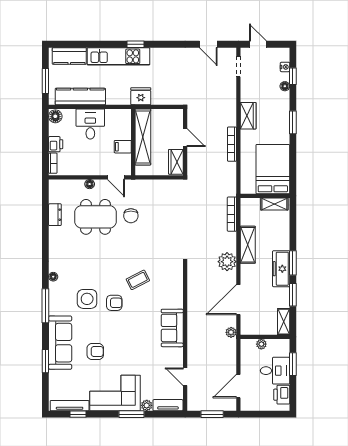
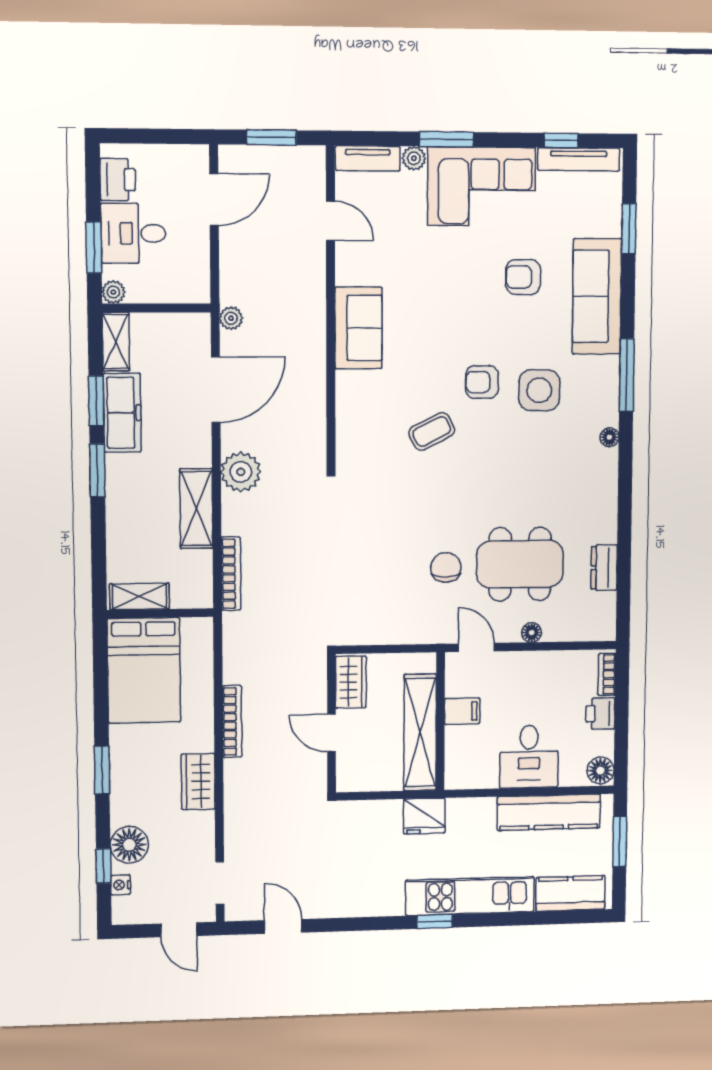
floor lamp: (285, 86) -> (129, 845), width x1.89, depth x1.89
freezer: (281, 269) -> (122, 413), moved
plant: (261, 344) -> (113, 292), moved
window: (45, 361) -> (629, 229), moved

